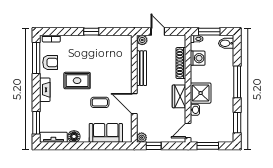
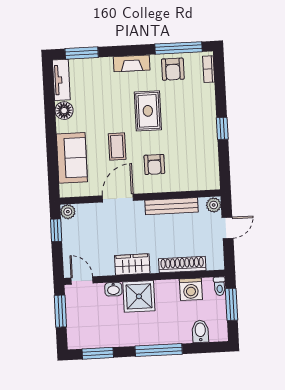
bidet: (226, 43) -> (200, 331), moved
armchair: (113, 78) -> (154, 164), added

